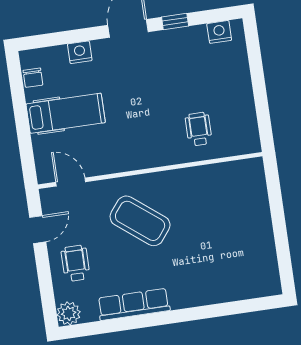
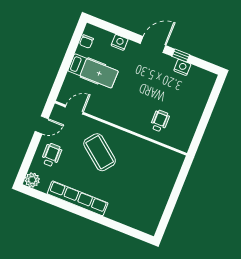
nightstand: (219, 32) -> (182, 67), moved
door: (71, 182) -> (74, 110), hinge flipped
row of seats: (134, 304) -> (78, 198), width x1.36

